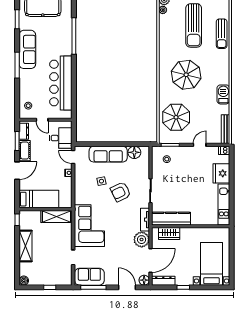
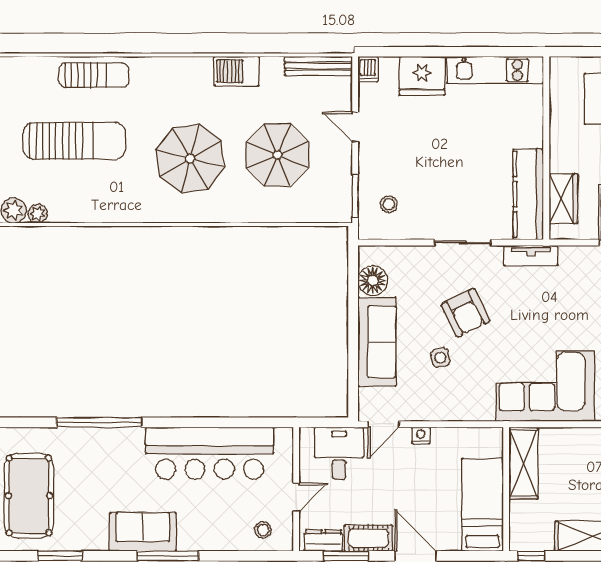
sofa: (27, 49) -> (143, 532), width x0.73
parasol: (176, 117) -> (277, 155), moved
plant: (142, 240) -> (578, 263), removed

